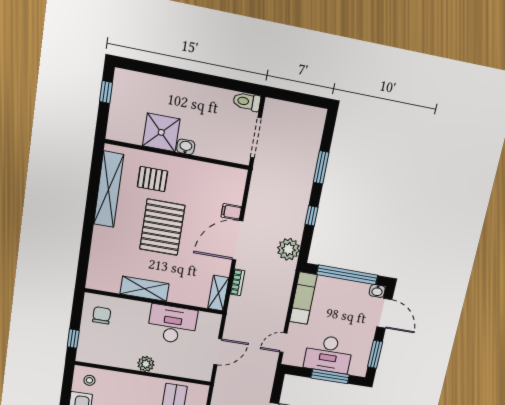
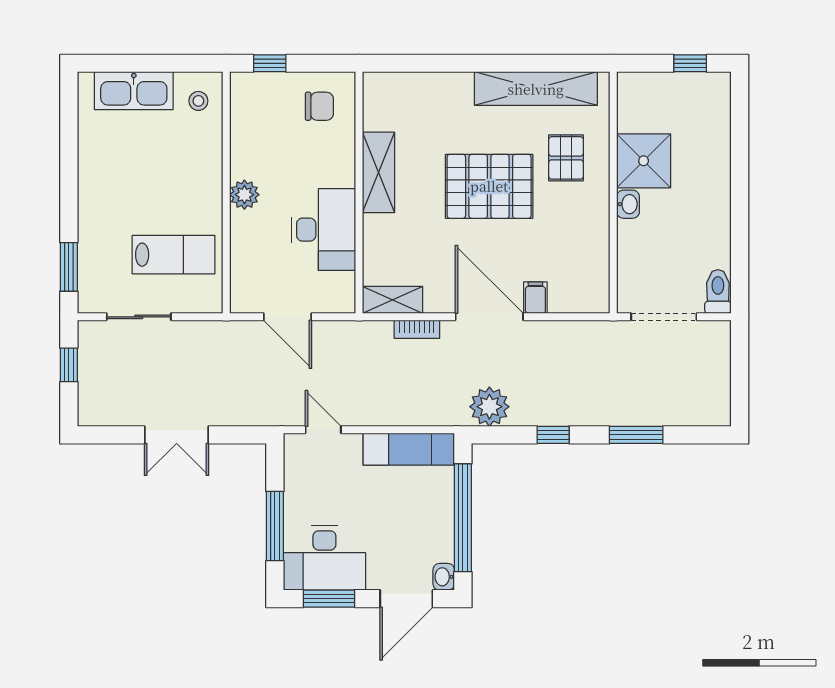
desk: (329, 354) -> (324, 558), moved, turned -90

